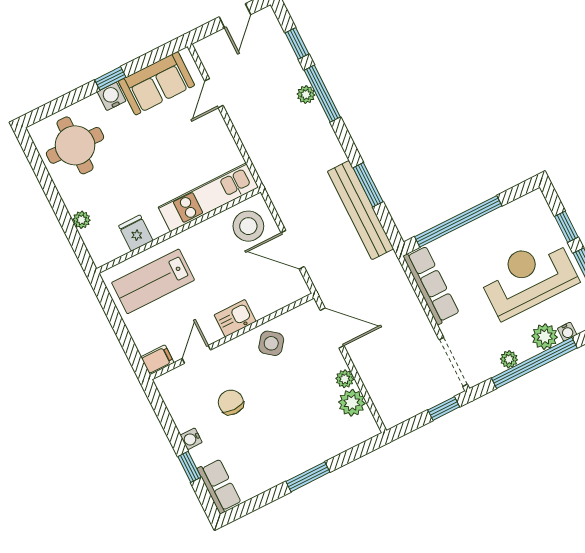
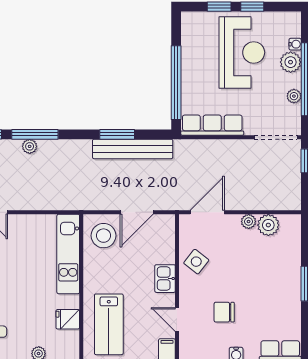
reception desk: (528, 277) -> (242, 52), turned 180

